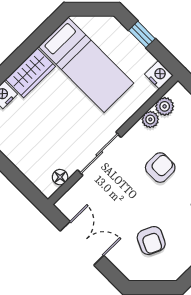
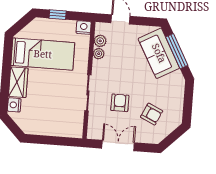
armchair: (160, 168) -> (120, 103), moved
floor lamp: (60, 177) -> (78, 122), removed

